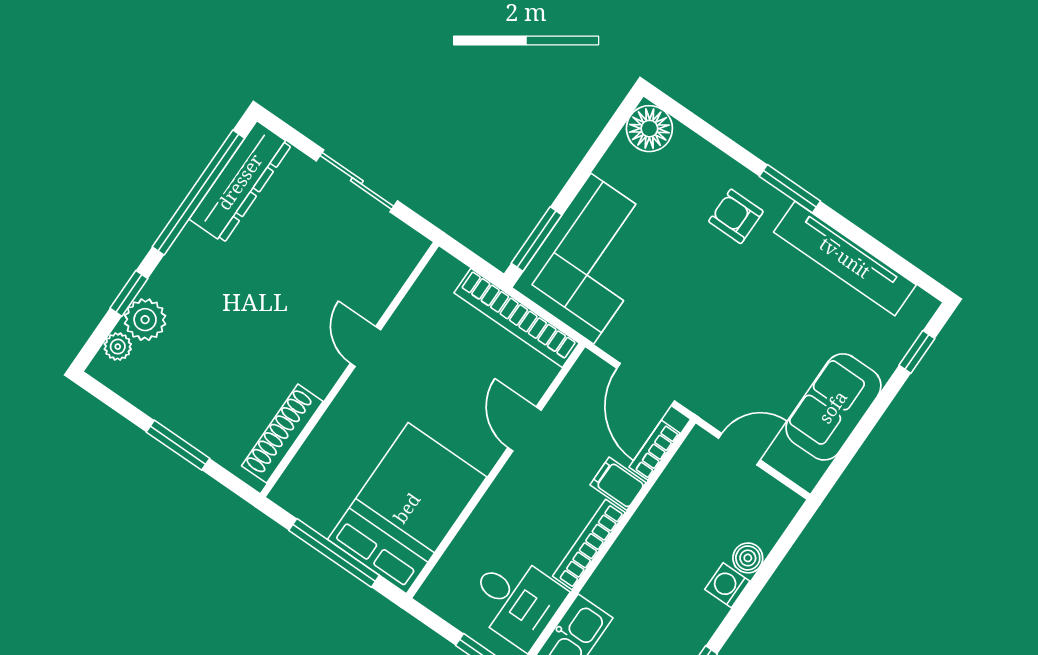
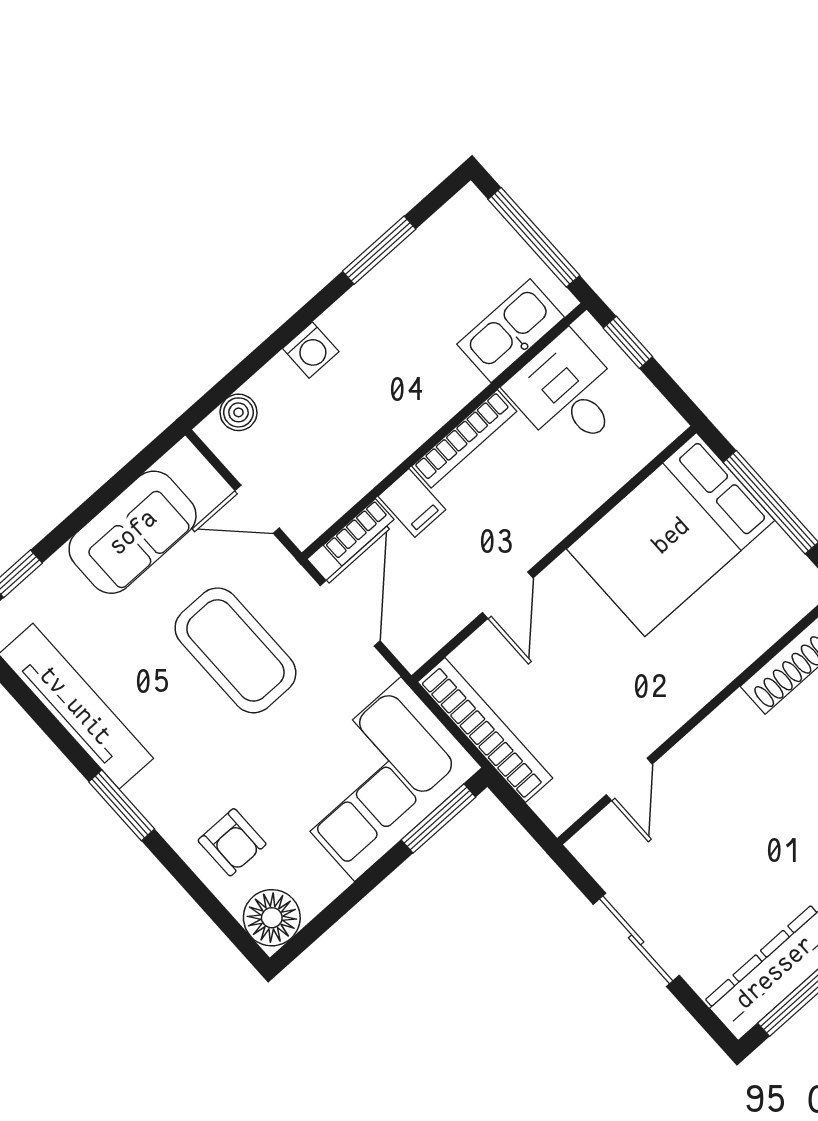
armchair: (736, 216) -> (232, 842), moved
coffee table: (729, 333) -> (235, 650), added
door: (365, 347) -> (629, 779), moved
boiler: (748, 558) -> (238, 412), moved

